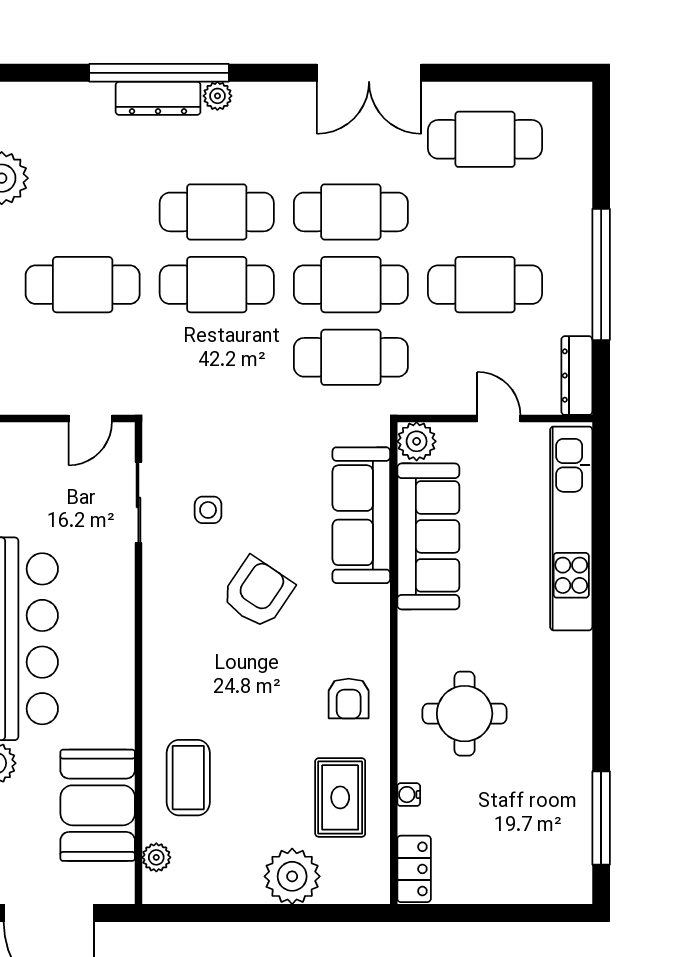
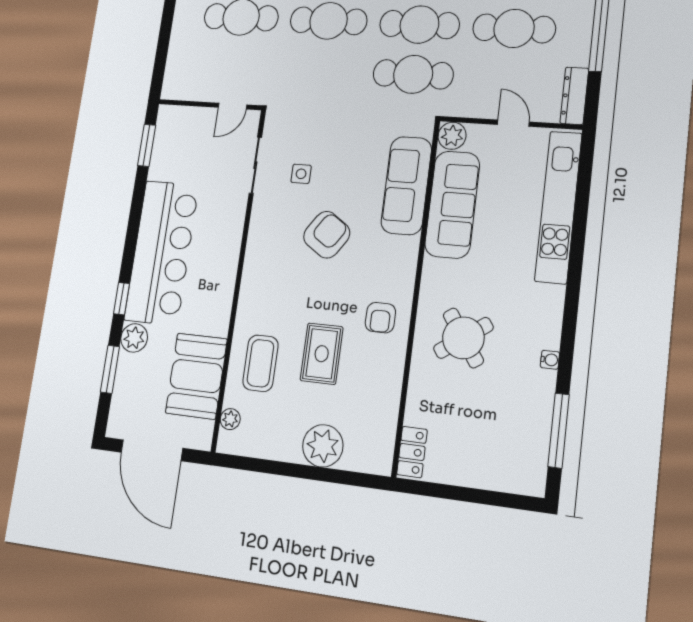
round table: (465, 714) -> (463, 338), turned -35
water cooler: (409, 795) -> (550, 360), moved, turned 180
rug: (340, 797) -> (322, 354), moved

